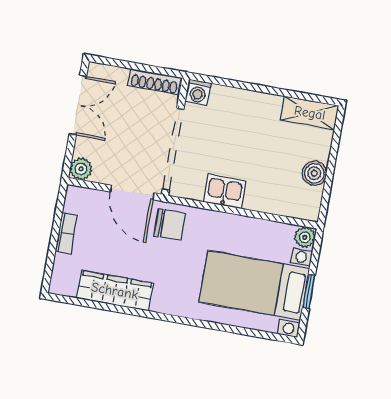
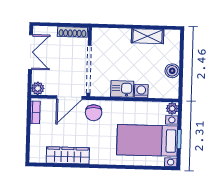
washing machine: (198, 92) -> (141, 91), moved, turned 180
shelving: (310, 113) -> (148, 36), moved
door: (132, 192) -> (69, 97), hinge flipped
chair: (170, 225) -> (94, 113), turned 90
bookcase: (66, 233) -> (35, 112), moved

